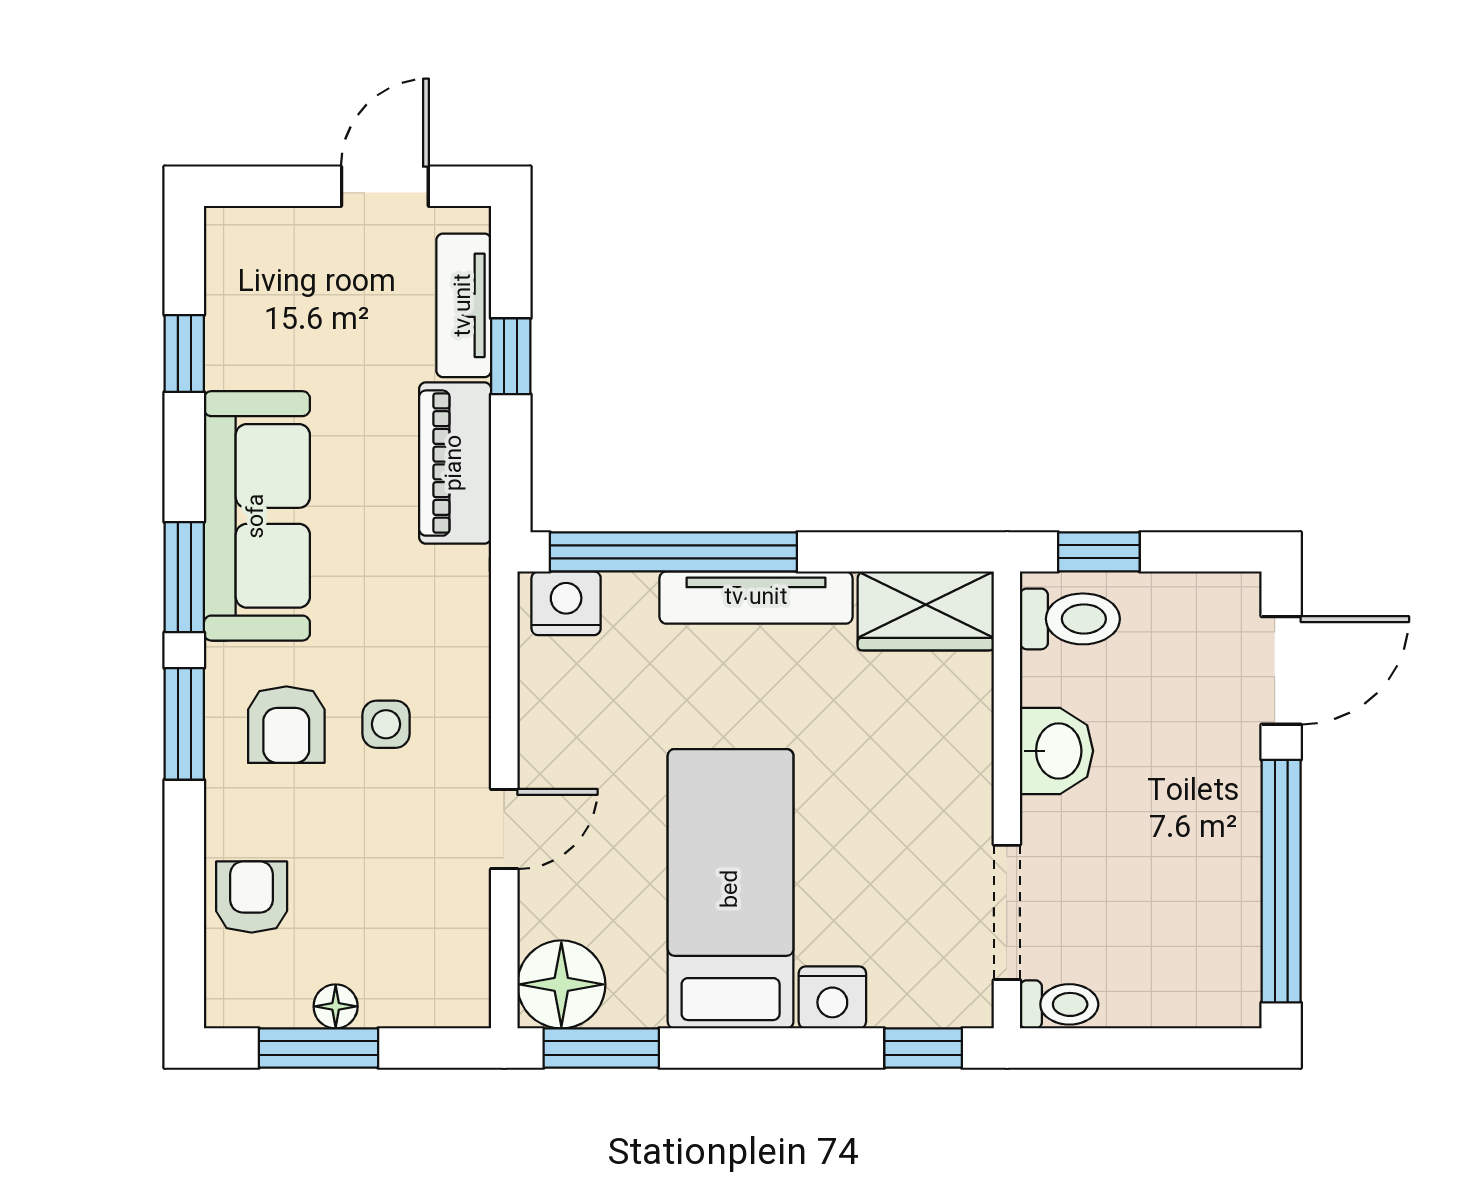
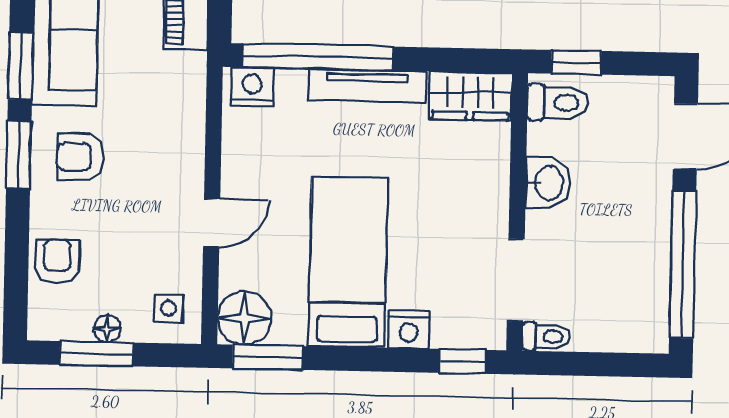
side table: (386, 724) -> (169, 308), moved
armchair: (286, 725) -> (81, 157), turned 90

